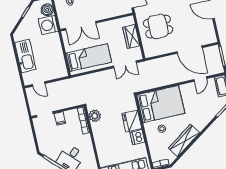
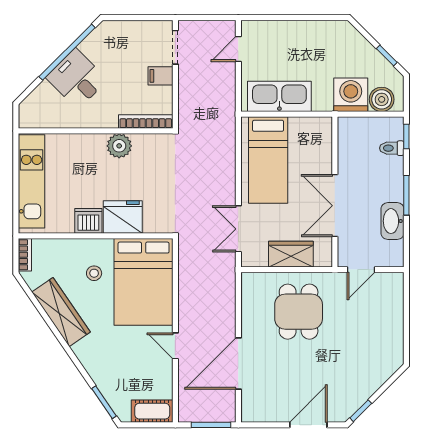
double door: (81, 26) -> (335, 206), moved
kitchen sink: (25, 56) -> (279, 96), moved, turned 180
door: (200, 79) -> (175, 346), moved
plant: (95, 116) -> (119, 146), moved

